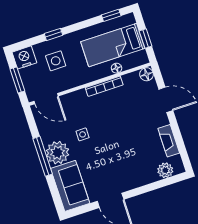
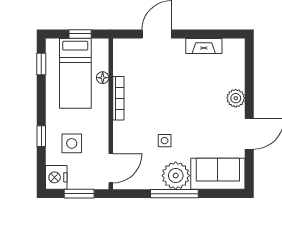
floor lamp: (147, 74) -> (121, 46), removed
plant: (165, 170) -> (236, 98), moved

